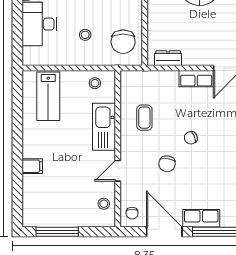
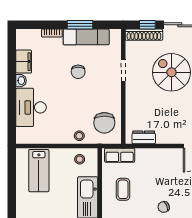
stool: (85, 35) -> (79, 136), moved
row of seats: (196, 79) -> (120, 155), moved

